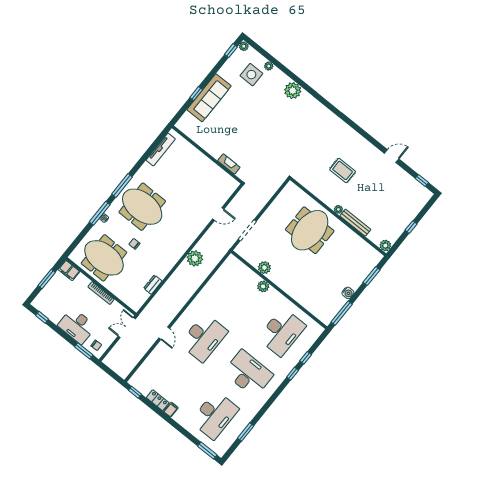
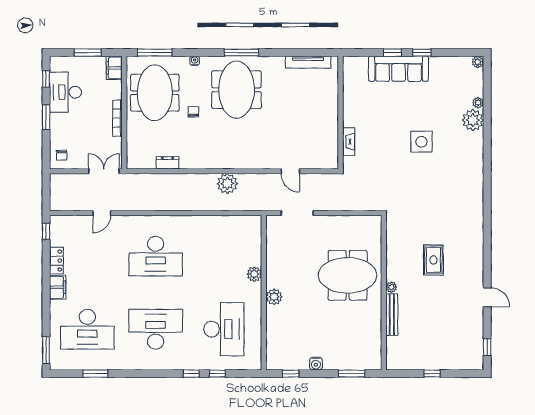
window: (231, 51) -> (422, 53), moved
side table: (251, 75) -> (421, 142), moved
plant: (293, 91) -> (473, 120), moved
window: (100, 213) -> (155, 53), moved
plant: (385, 245) -> (393, 363), removed
plant: (264, 268) -> (274, 297), moved
window: (342, 313) -> (291, 374), width x0.46
desk: (77, 326) -> (65, 92), moved
desk: (282, 332) -> (224, 329), turned -90
door: (164, 333) -> (102, 213), moved
window: (84, 351) -> (46, 117), moved
desk: (248, 374) -> (156, 329), turned -90
filing cabinet: (171, 410) -> (58, 287), width x2.00

